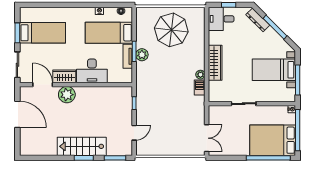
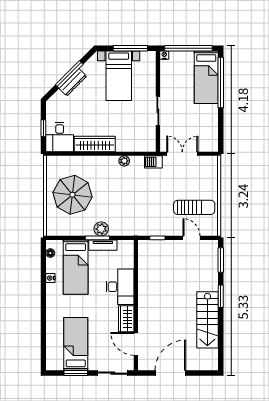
dresser: (258, 20) -> (73, 82), moved
wardrobe: (215, 63) -> (95, 144), moved
door: (43, 85) -> (136, 344), hinge flipped
barbecue: (200, 88) -> (153, 162), moved
plant: (67, 95) -> (147, 316), removed
sun lounger: (160, 135) -> (194, 207), added
double door: (207, 138) -> (182, 154), moved
bed: (273, 140) -> (206, 77), width x0.67
stairs: (82, 146) -> (207, 320), moved

